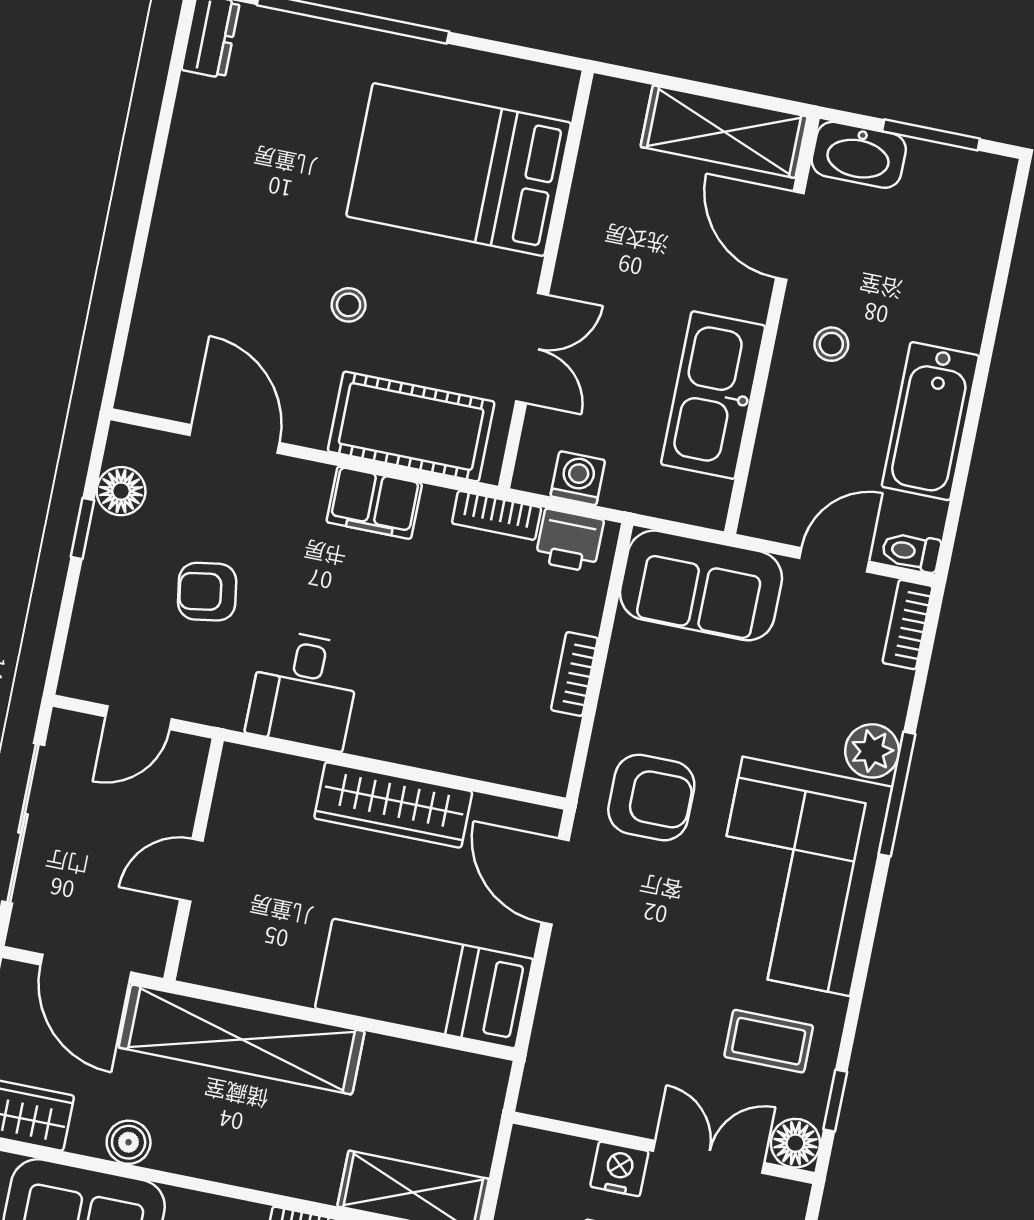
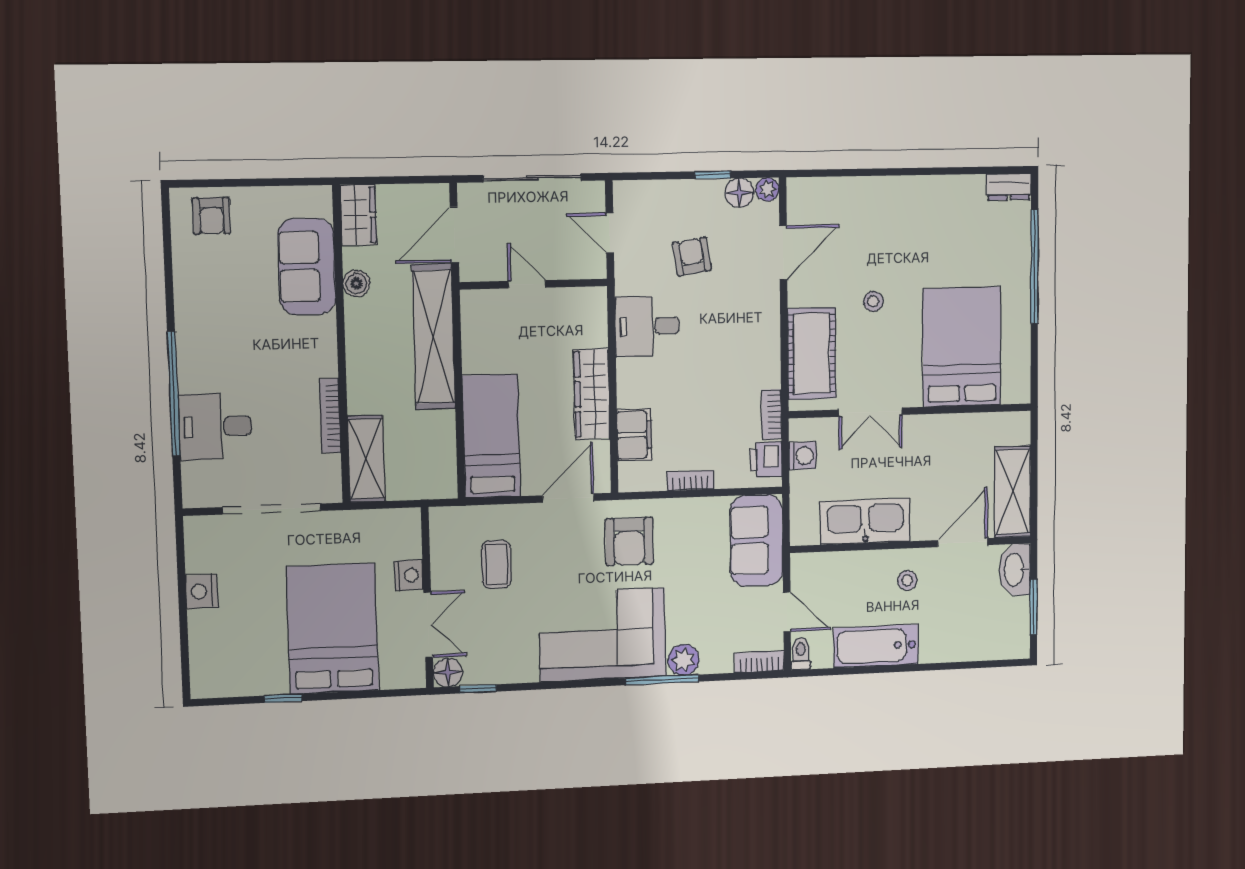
plant: (126, 443) -> (767, 189), added
filing cabinet: (374, 503) -> (634, 435), moved, turned 180
coffee table: (769, 1041) -> (496, 564), moved

